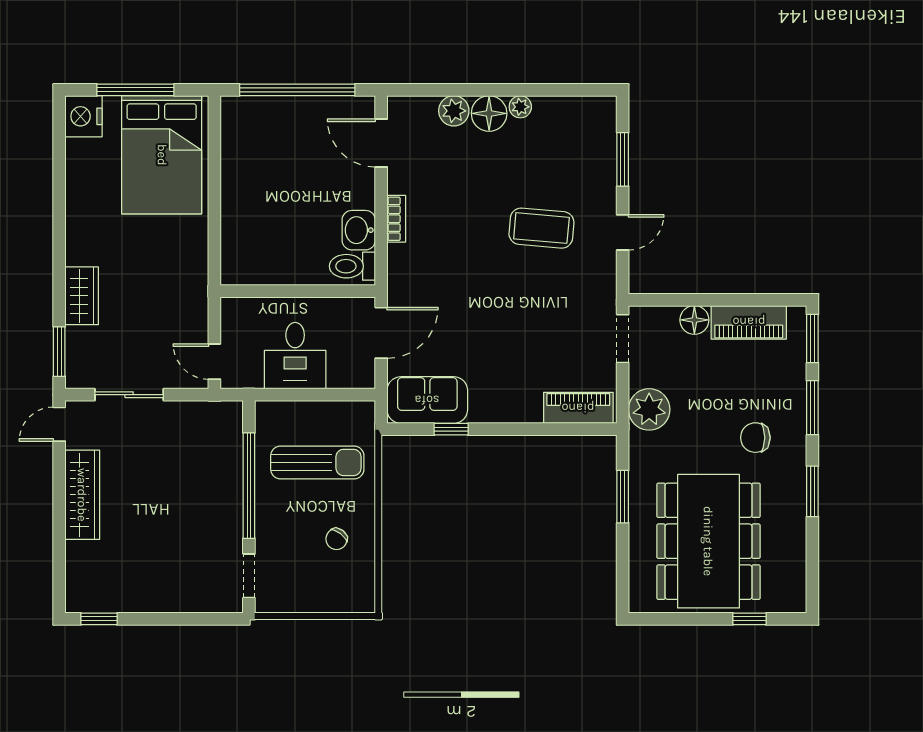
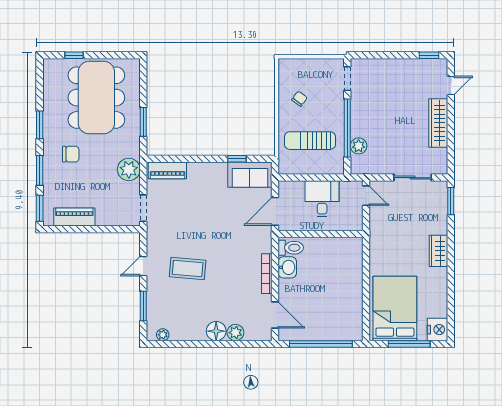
plant: (520, 107) -> (163, 335), moved
bookcase: (396, 219) -> (267, 274), width x1.56
wardrobe: (82, 296) -> (439, 251), moved
floor lamp: (694, 320) -> (104, 218), removed
door: (59, 424) -> (451, 85), moved
plant: (228, 453) -> (359, 146), added

